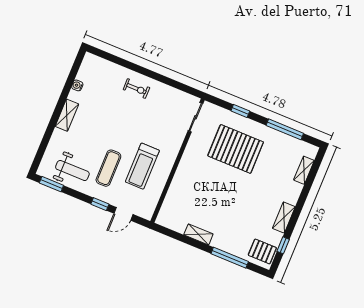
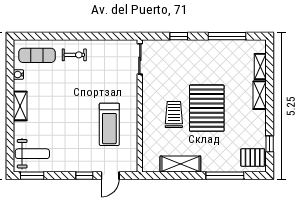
pallet: (236, 149) -> (207, 108), moved, turned 90
exercise mat: (108, 168) -> (37, 55), moved, turned 90
weight bench: (72, 170) -> (32, 154), moved
trolley: (206, 182) -> (174, 114), added
shelving: (284, 218) -> (260, 95), moved
shelving: (198, 234) -> (180, 164), width x1.50, depth x1.33

